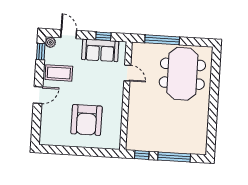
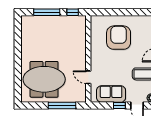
window: (103, 36) -> (119, 105), moved
meeting table: (182, 74) -> (44, 79), turned 90

